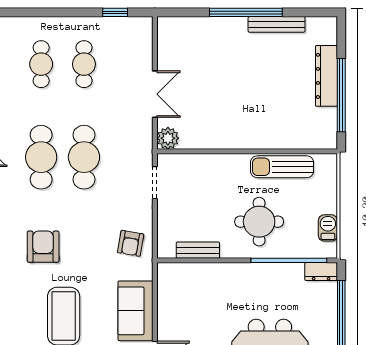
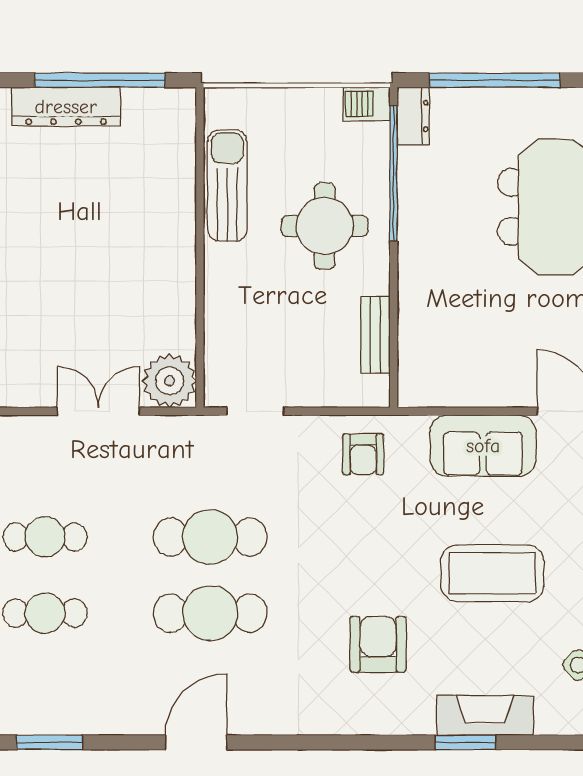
plant: (168, 138) -> (169, 381), width x1.36, depth x1.36
sun lounger: (282, 167) -> (227, 185), turned 180
barbecue: (328, 228) -> (367, 104), moved
armchair: (131, 243) -> (363, 454), turned 80
armchair: (43, 247) -> (378, 644), moved, turned 90

